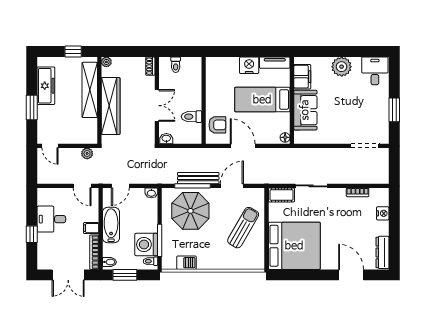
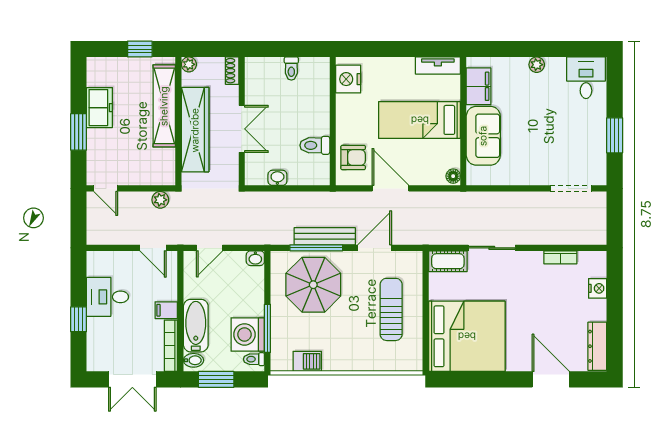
nightstand: (249, 65) -> (348, 79), moved, turned -90
shoe rack: (150, 66) -> (232, 71), moved
plant: (342, 67) -> (537, 65), width x0.53, depth x0.53
freezer: (46, 86) -> (99, 108), width x0.71
wall: (157, 100) -> (242, 121), moved
double door: (157, 106) -> (242, 129), moved
bathtub: (111, 225) -> (196, 326), moved
sun lounger: (243, 228) -> (391, 309), turned -30

